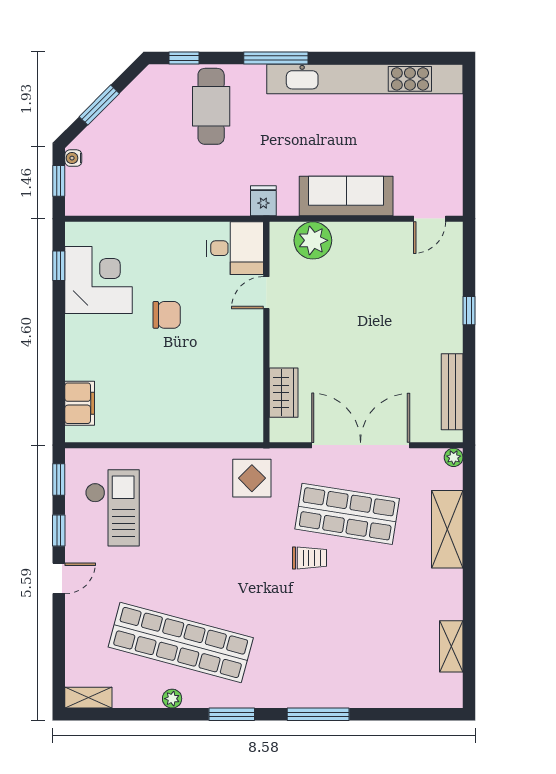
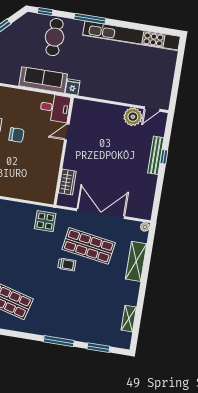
sofa: (346, 196) -> (43, 80), moved
plant: (313, 240) -> (133, 117), moved
bench: (452, 392) -> (156, 155), moved
window: (232, 714) -> (98, 348), moved

